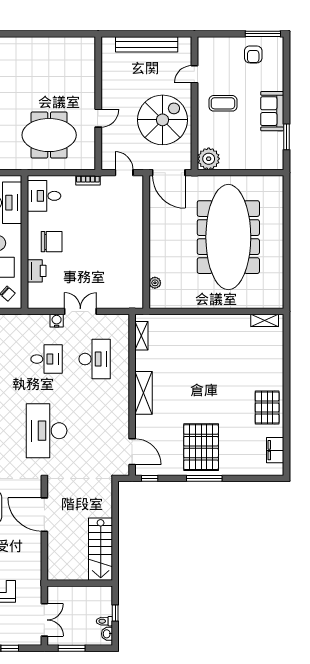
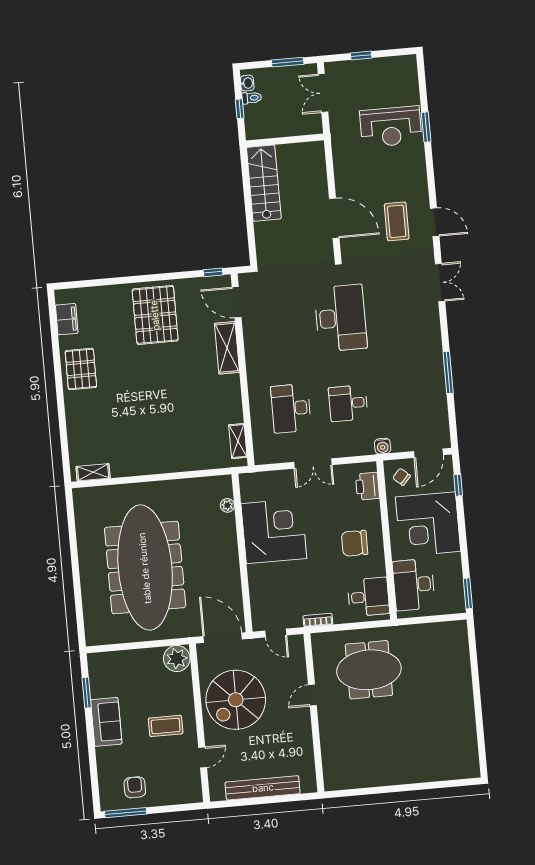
corner desk: (118, 258) -> (274, 531), added
printer: (37, 271) -> (367, 486), moved
water cooler: (57, 321) -> (383, 446), moved
shelving: (144, 393) -> (227, 348), moved
window: (204, 478) -> (148, 278), removed

